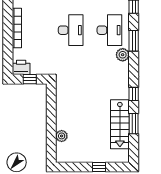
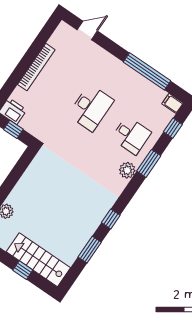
desk: (109, 30) -> (131, 135), width x0.73
stairs: (120, 124) -> (38, 260), moved, turned 90

